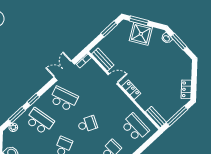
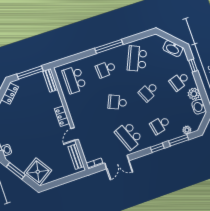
window: (139, 21) -> (16, 171), moved
window: (109, 29) -> (57, 183), removed
shower: (141, 34) -> (38, 172), moved
door: (113, 79) -> (75, 134), hinge flipped
school desk: (40, 121) -> (160, 125), width x0.54

